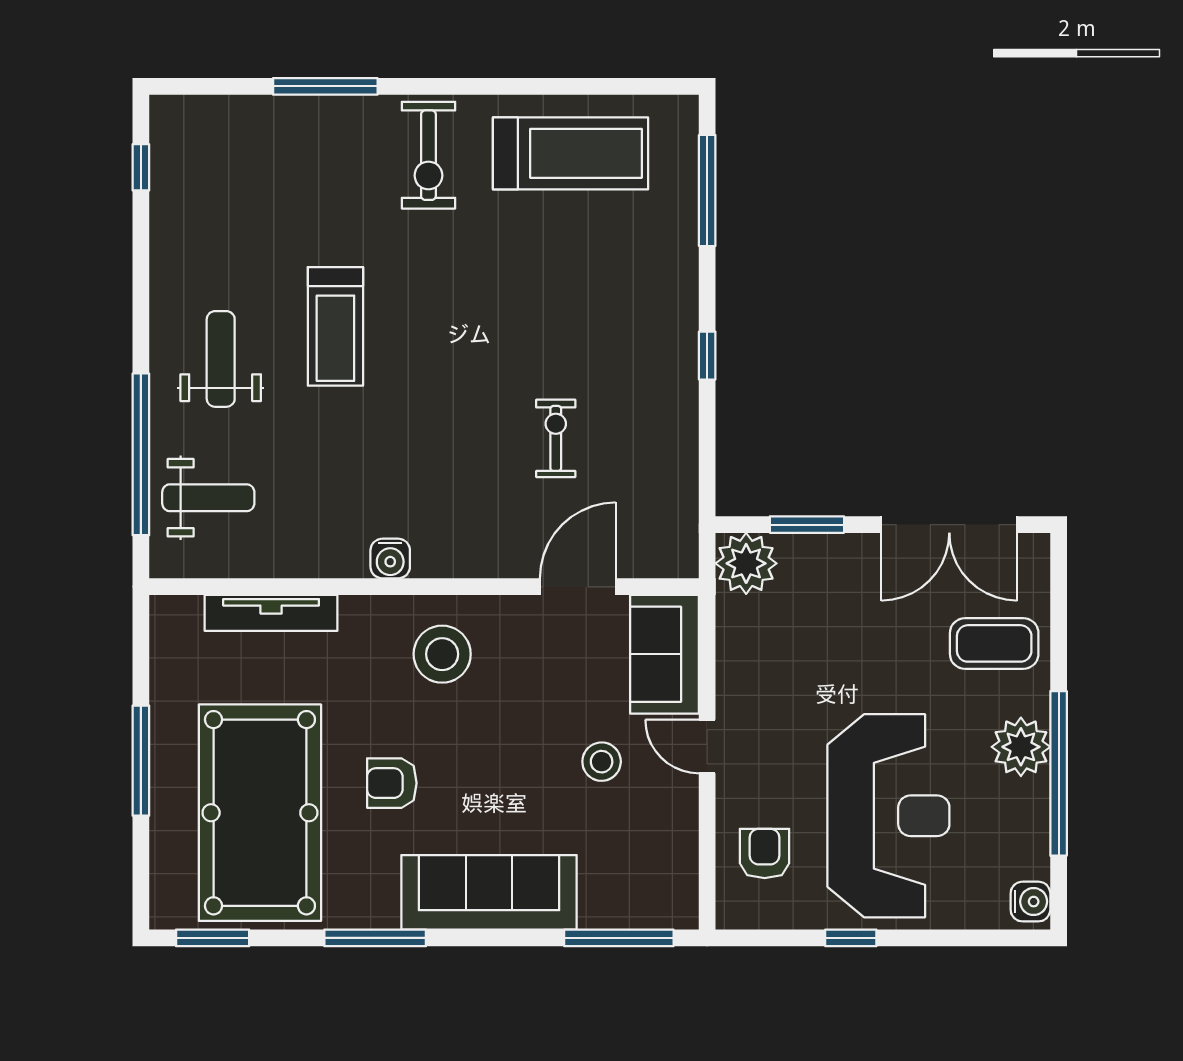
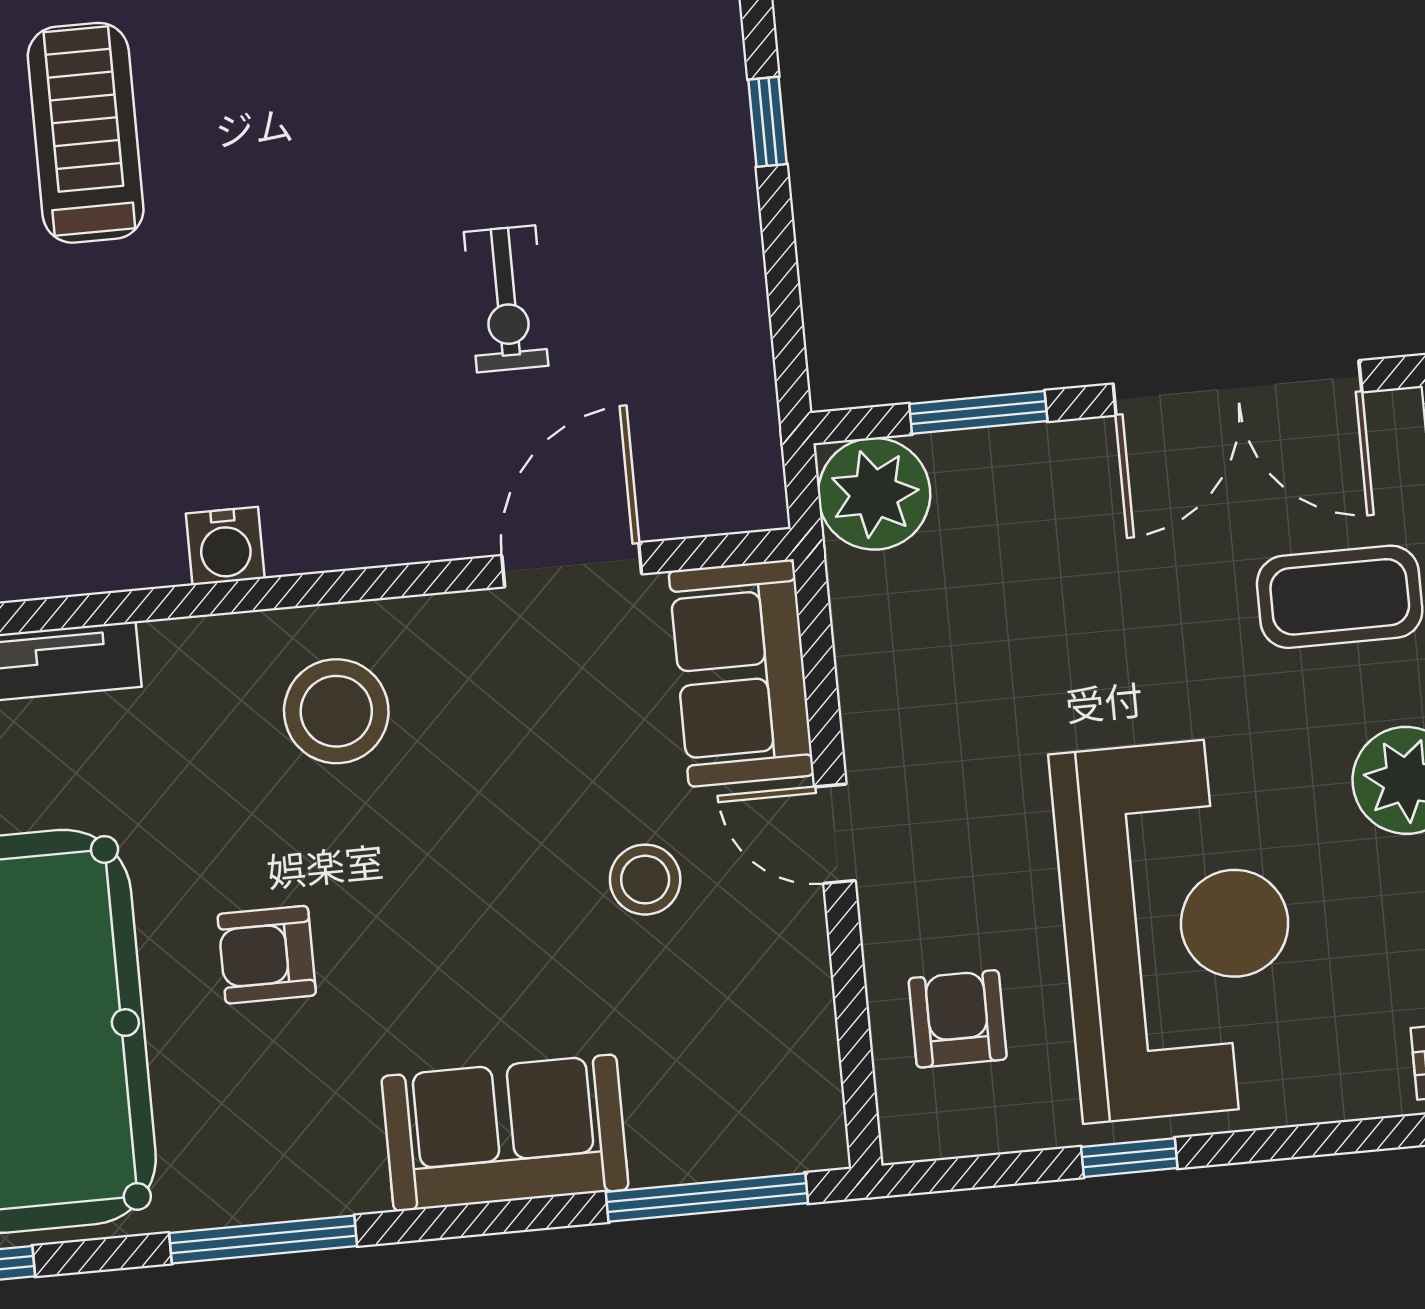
treadmill: (335, 326) -> (86, 133), turned 180
exercise bike: (556, 438) -> (506, 299), turned 180
sofa: (489, 892) -> (505, 1133), width x0.73

